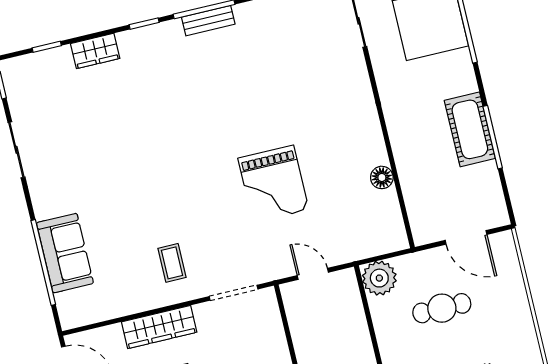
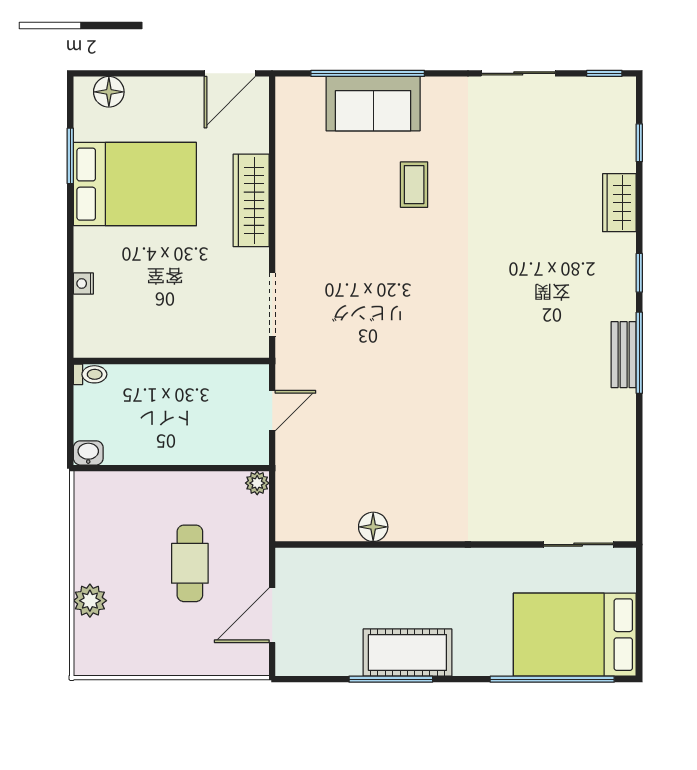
grand piano: (273, 184) -> (398, 388), removed
coffee table: (172, 263) -> (414, 185), moved, turned 90
plant: (379, 278) -> (257, 483), width x0.53, depth x0.53

